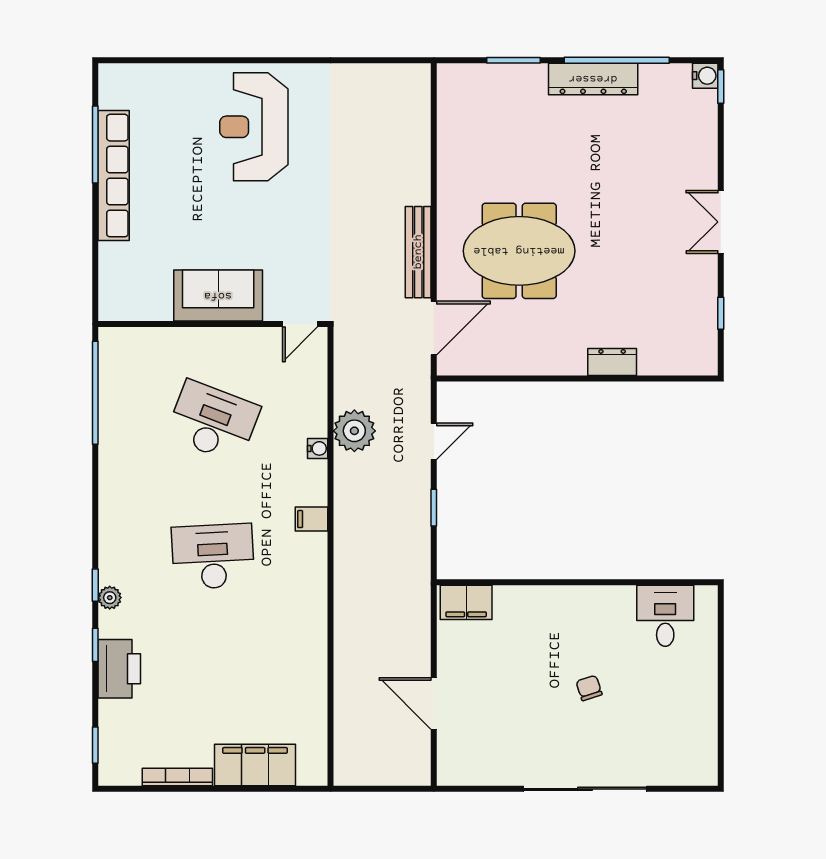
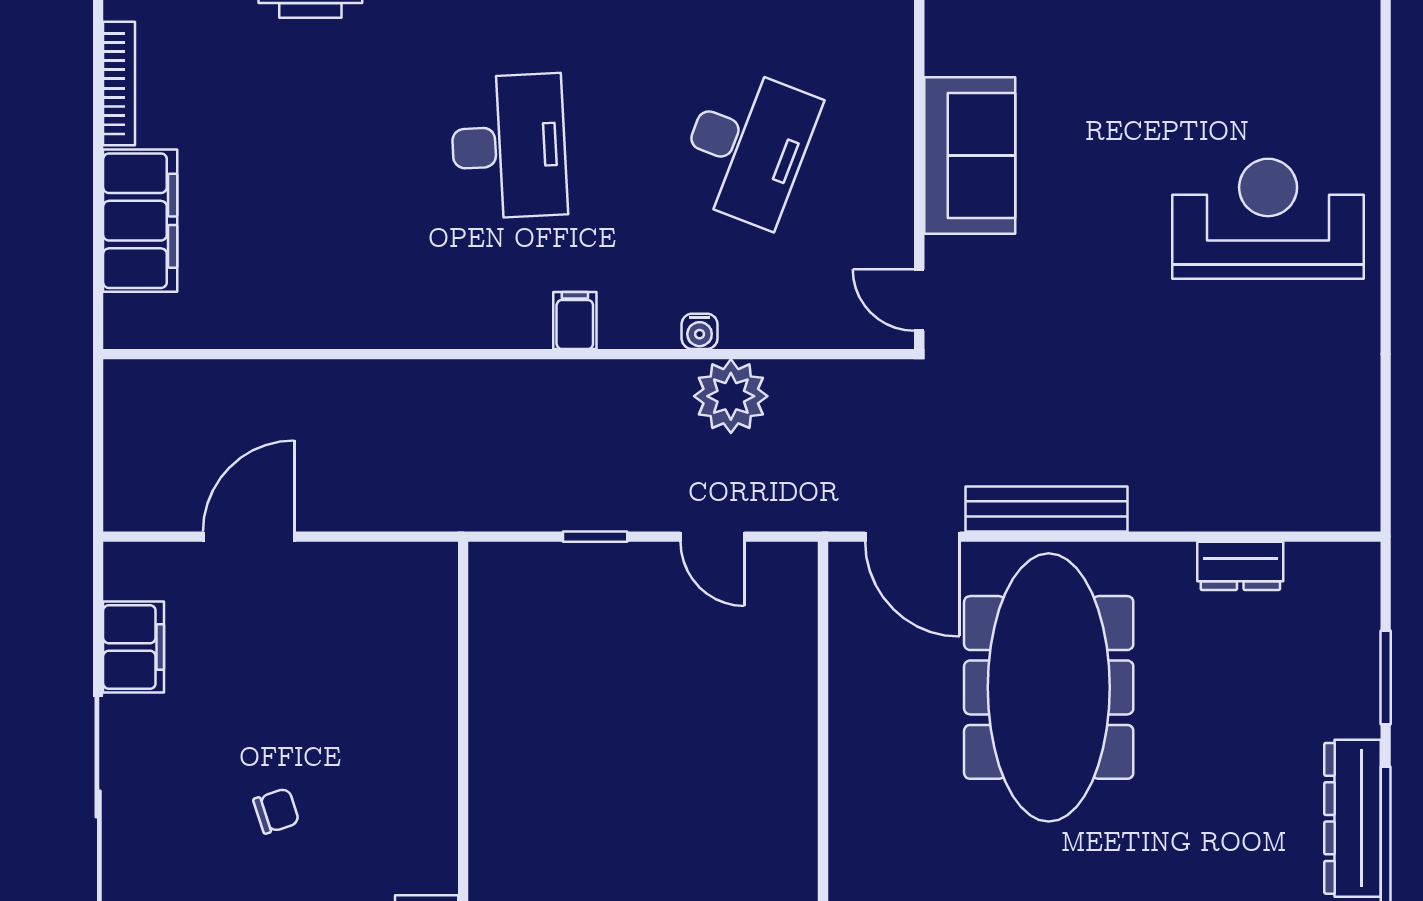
meeting table: (519, 251) -> (1049, 687), width x1.36
dresser: (612, 362) -> (1240, 566), moved, turned 90
filing cabinet: (466, 602) -> (134, 647), moved, turned 180

